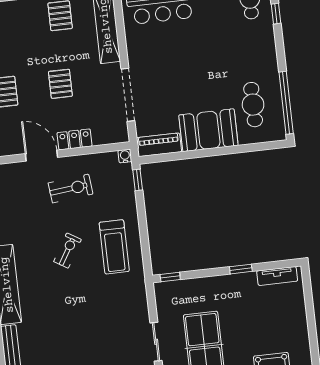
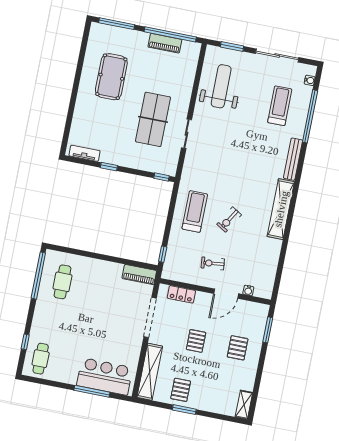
booth: (208, 130) -> (100, 274), removed
locker: (74, 139) -> (181, 294), moved
door: (42, 156) -> (226, 294), hinge flipped
water cooler: (125, 156) -> (248, 291), moved
exercise bike: (70, 189) -> (213, 263), width x0.73, depth x0.72

